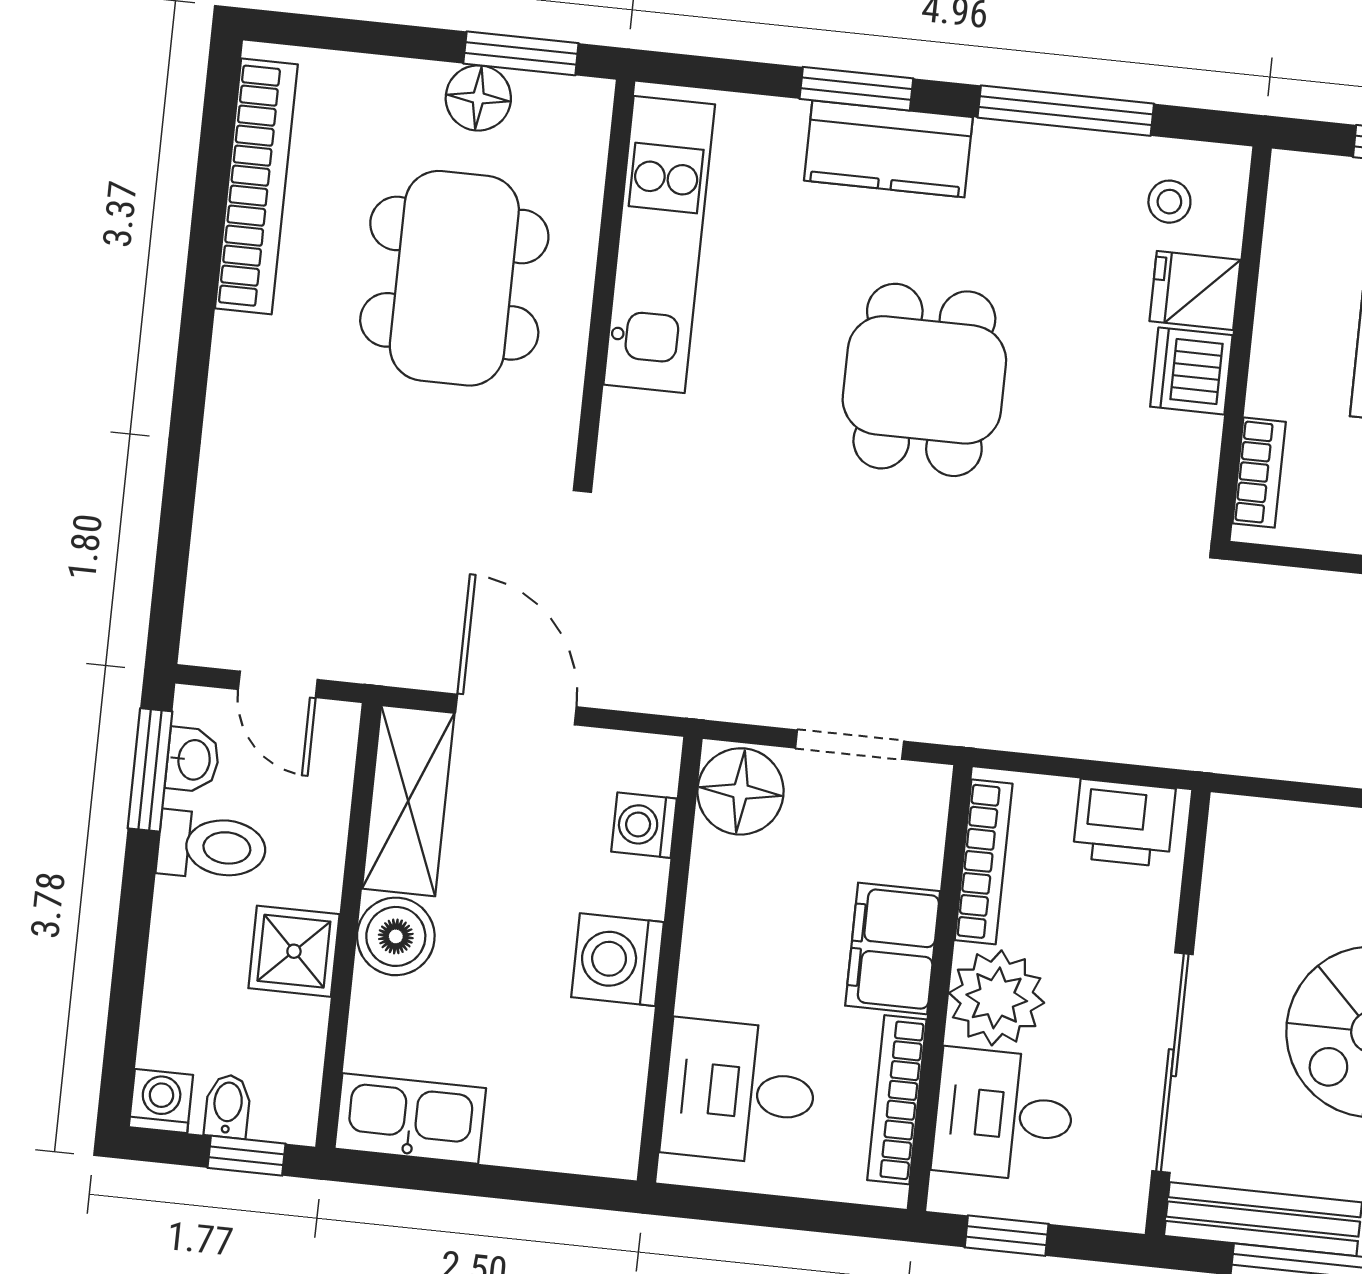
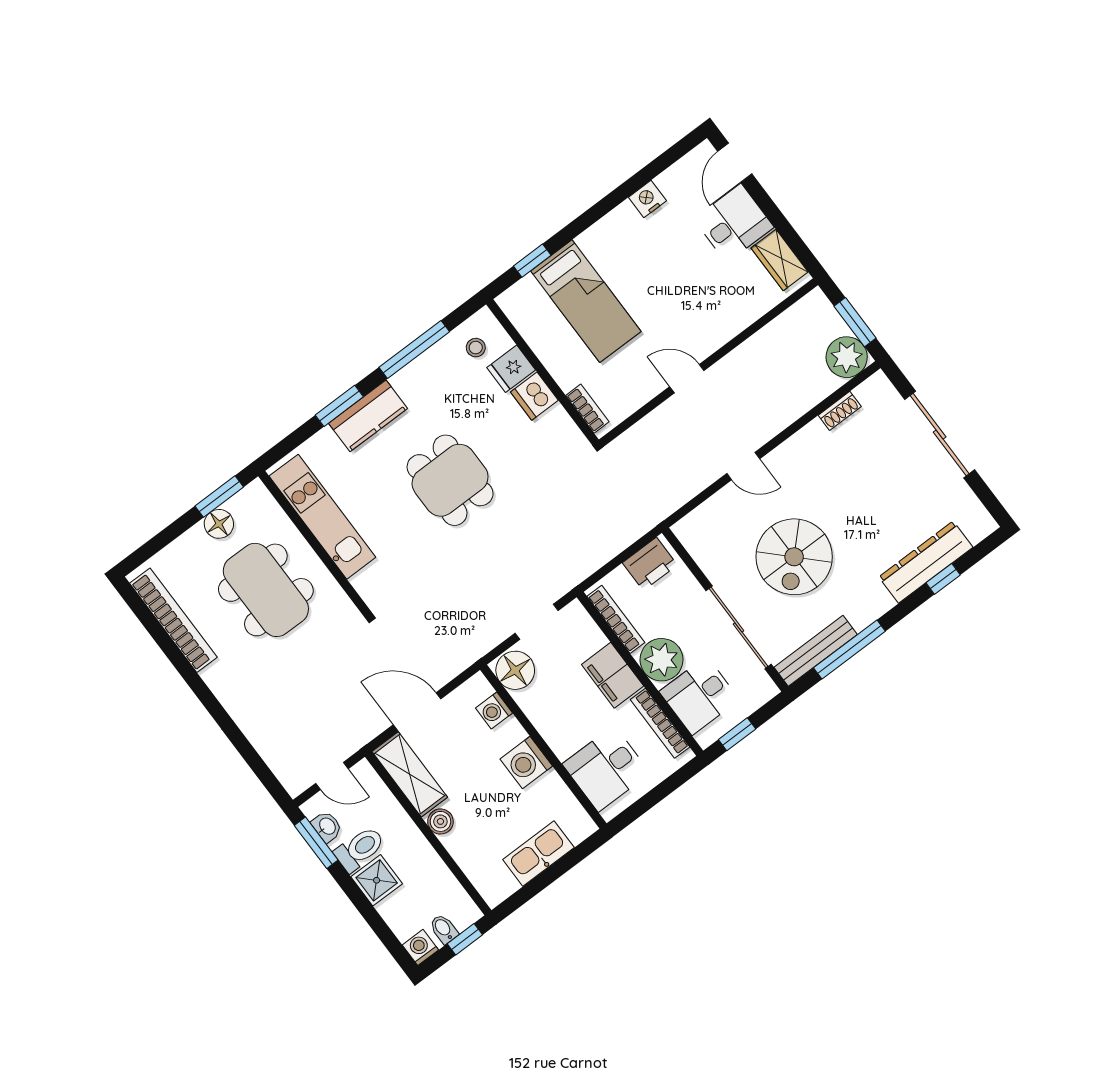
boiler: (396, 936) -> (440, 821), width x0.73, depth x0.73
shower: (294, 951) -> (377, 880), moved
kitchen sink: (410, 1118) -> (538, 854), moved

